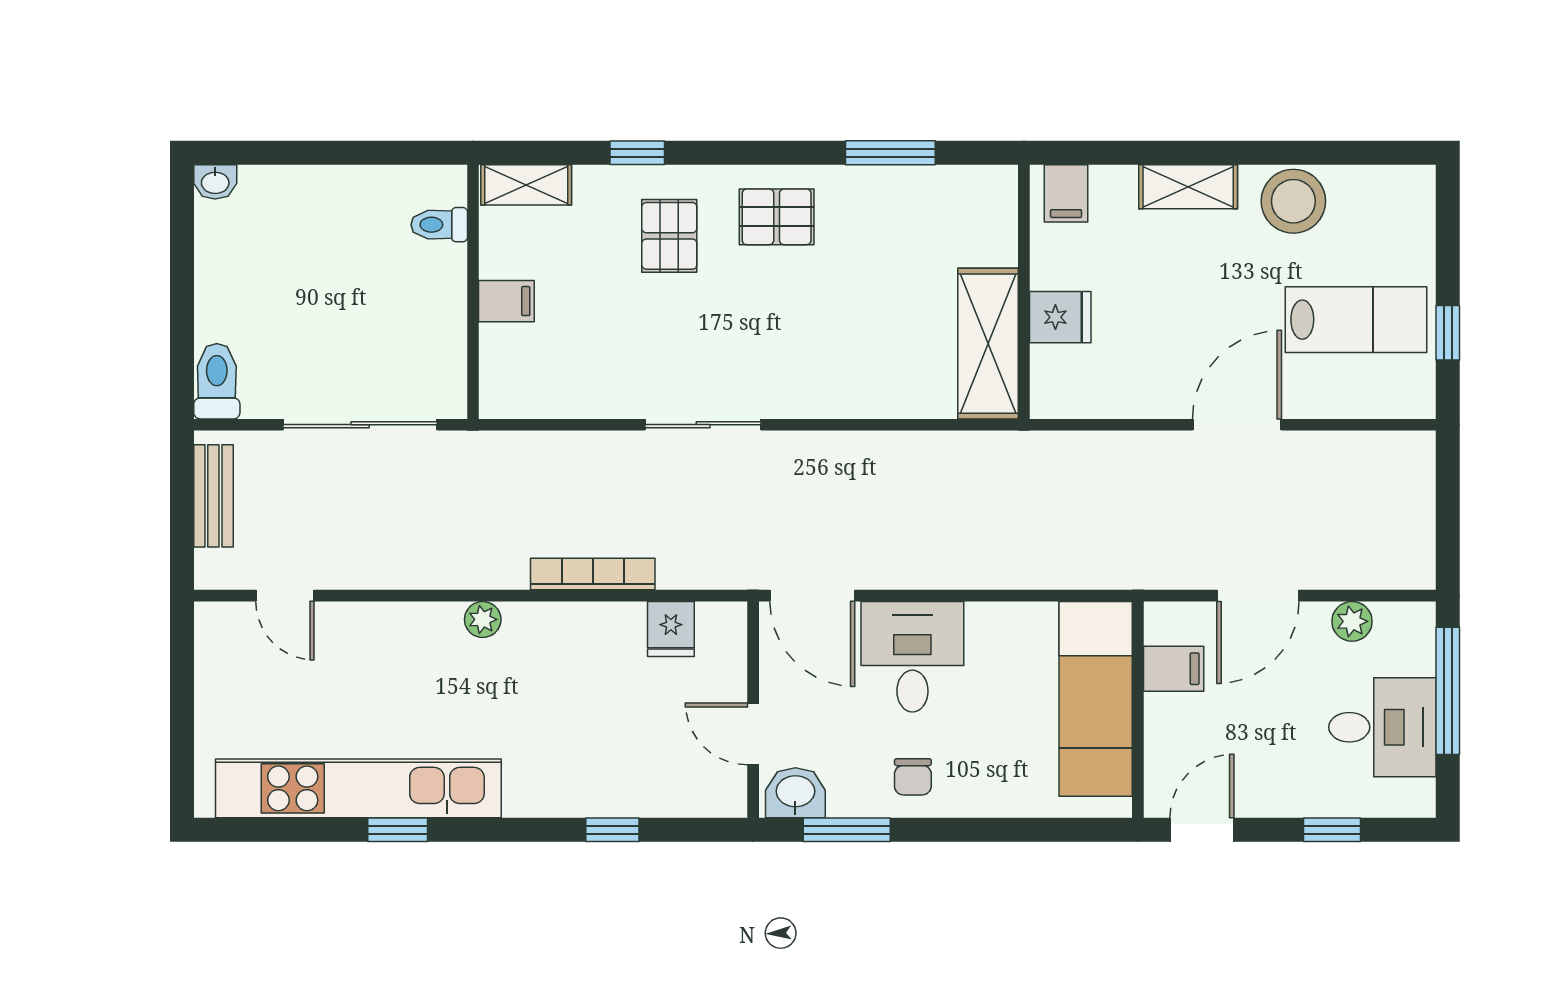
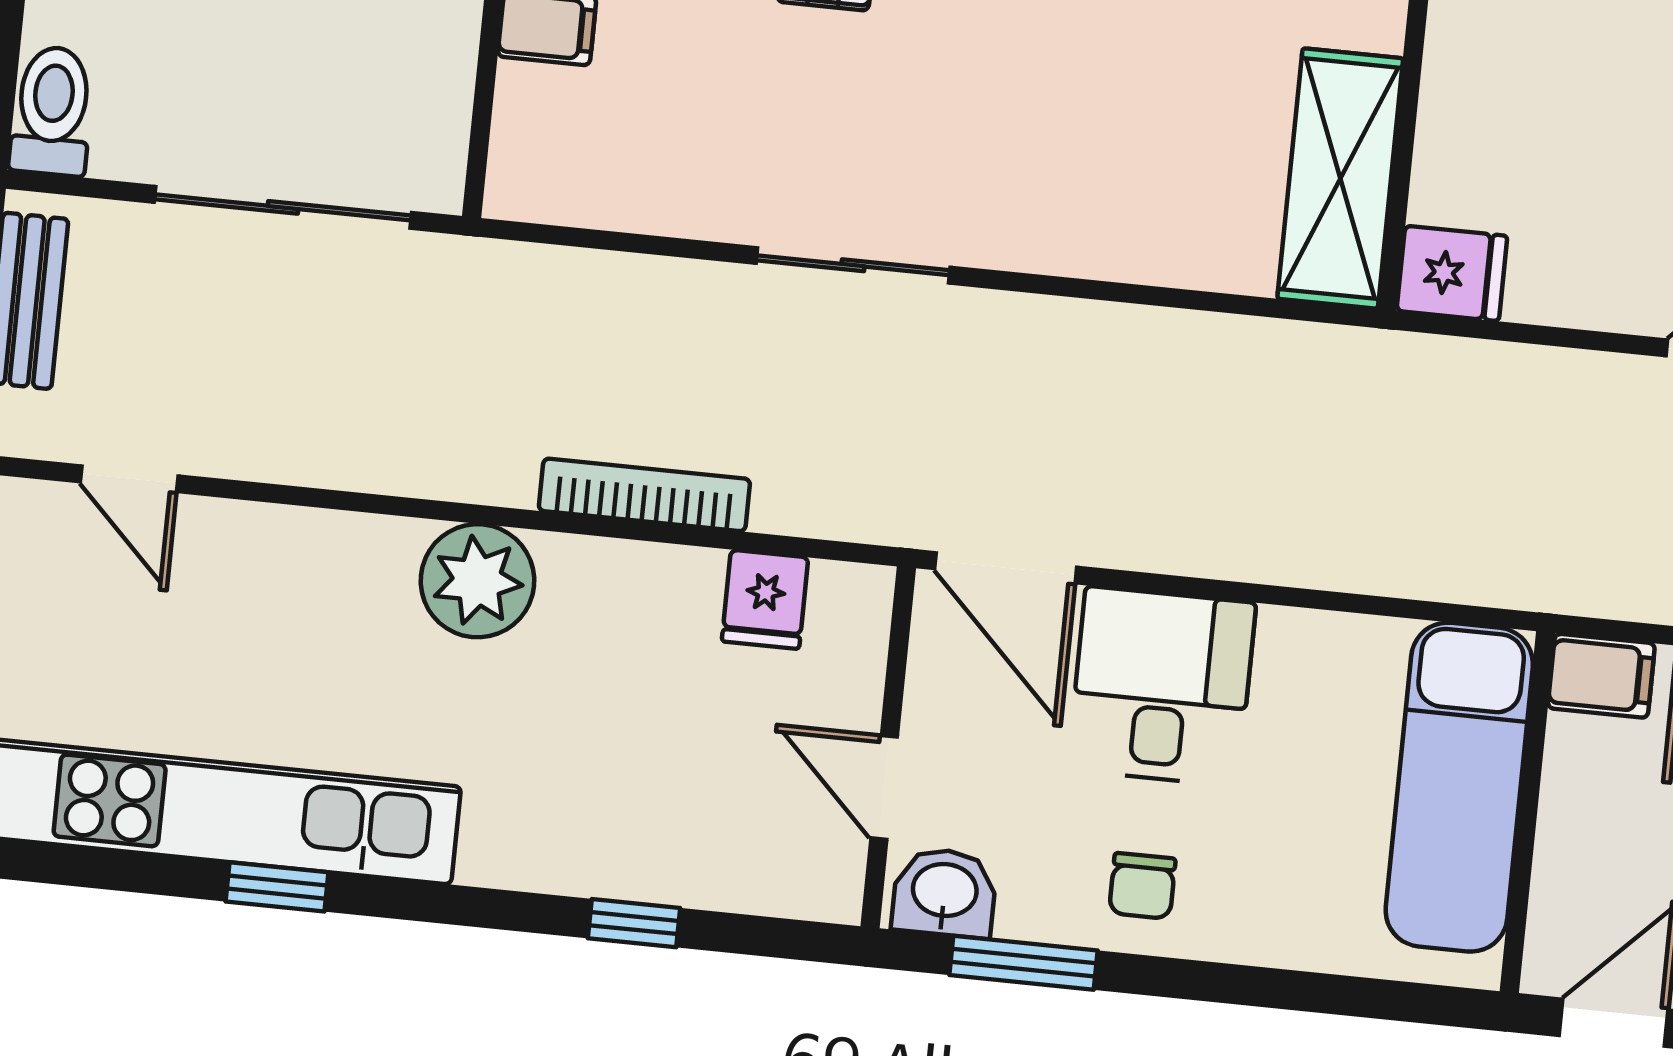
fridge: (1060, 317) -> (1452, 273), moved
plant: (483, 619) -> (477, 581), width x1.88, depth x1.88
filing cabinet: (1174, 669) -> (1601, 676), moved

